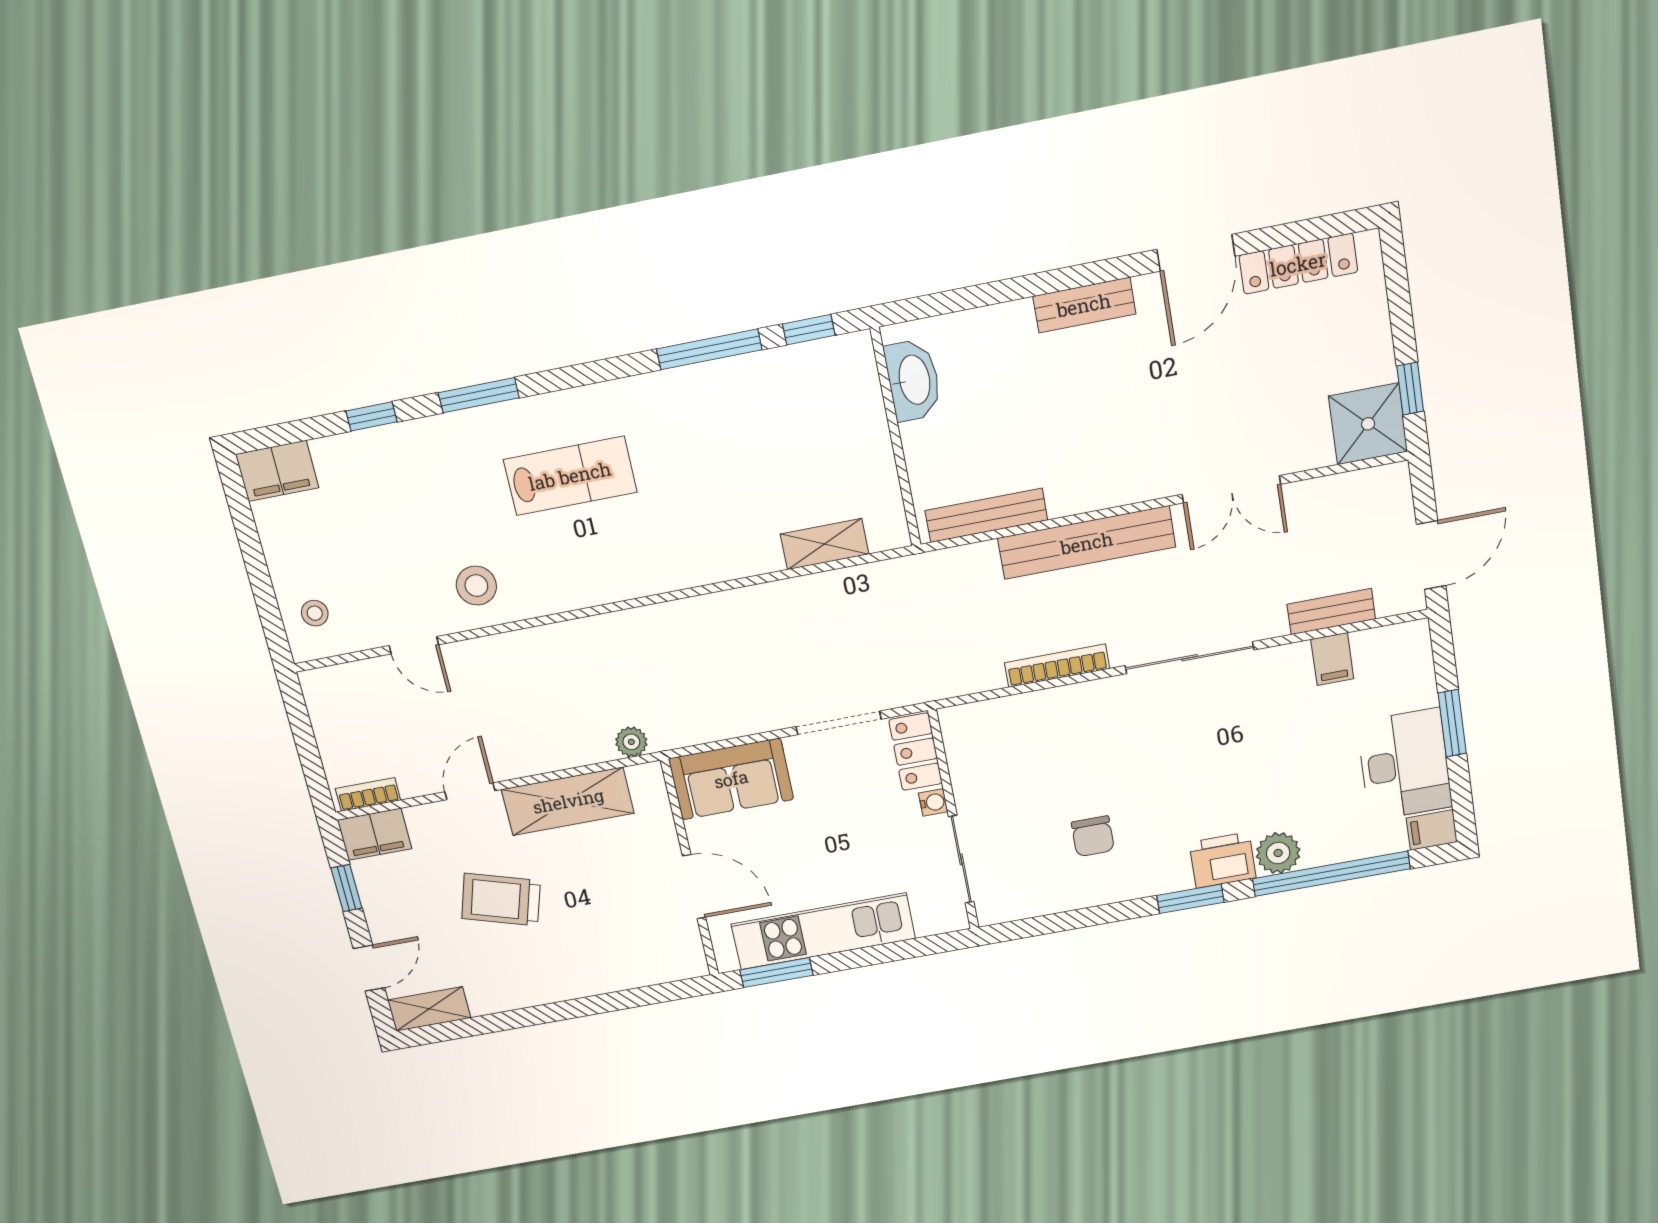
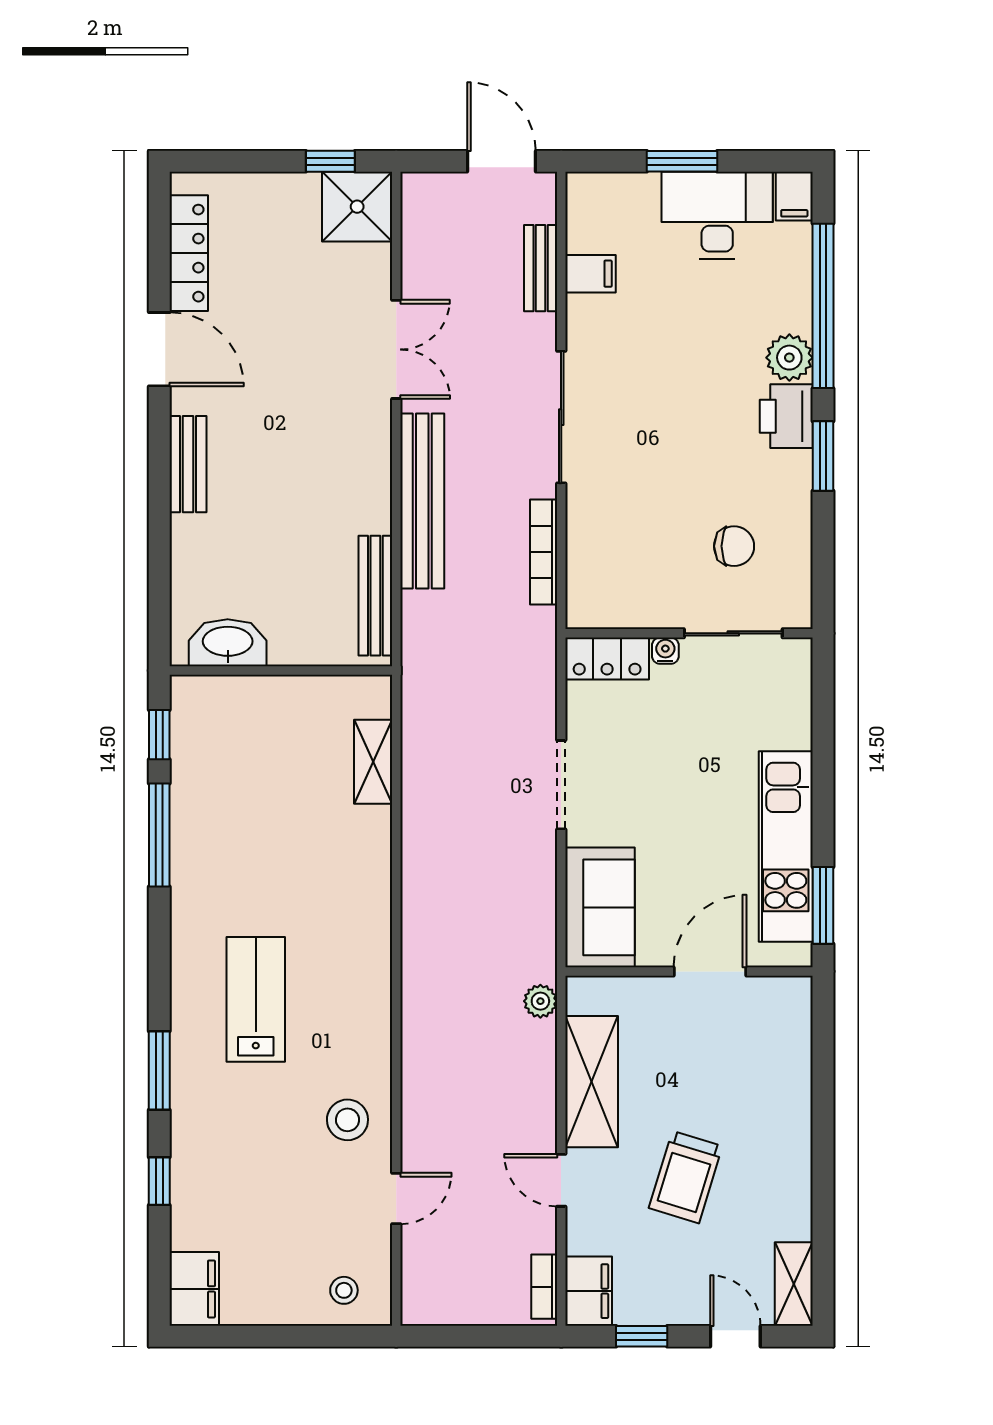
locker: (916, 752) -> (607, 659), moved
water cooler: (933, 802) -> (665, 651), moved
wall: (954, 820) -> (689, 633), moved
sliding door: (961, 859) -> (733, 633), moved

